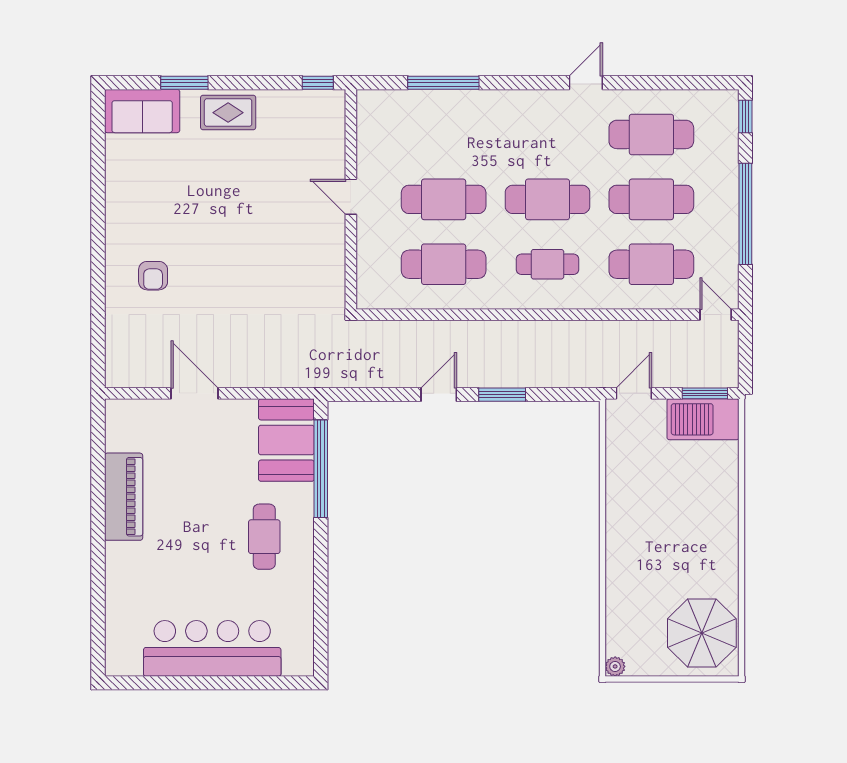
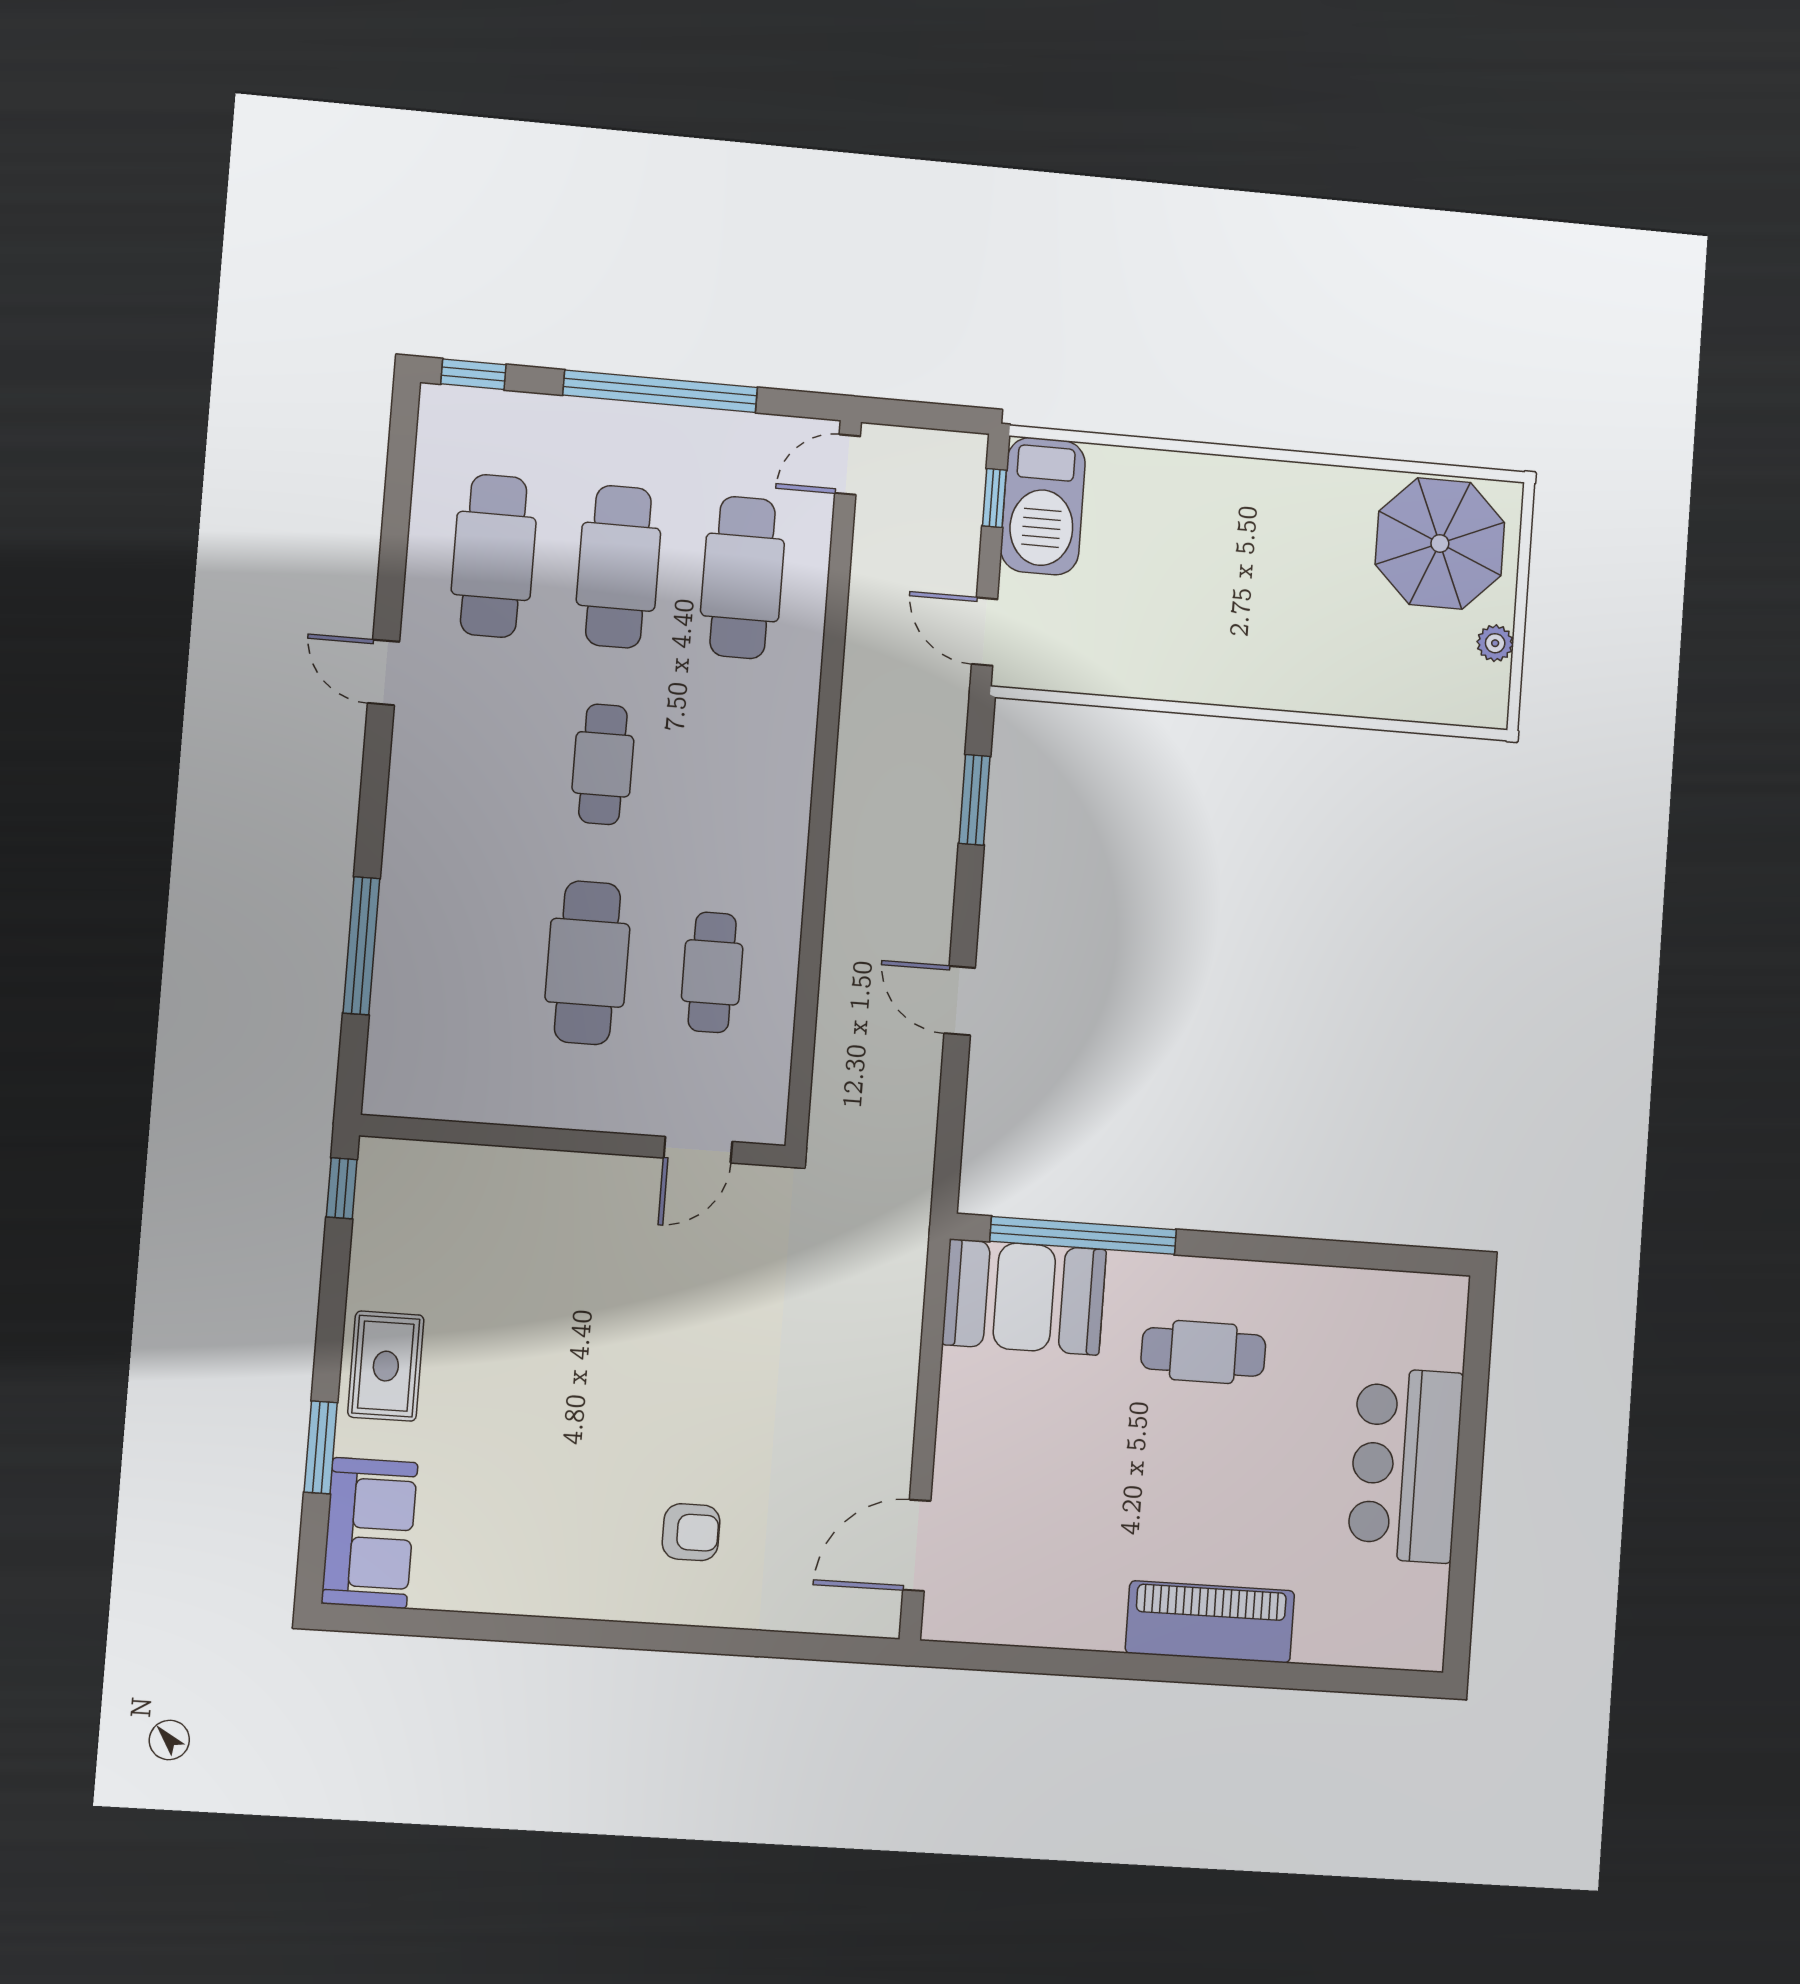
door: (351, 197) -> (698, 1150), moved
cafe table: (547, 199) -> (603, 764), width x0.73, depth x0.74
cafe table: (444, 264) -> (712, 972), width x0.73, depth x0.74
cafe table: (547, 264) -> (727, 775), removed
door: (195, 393) -> (917, 1545), moved
window: (705, 393) -> (994, 498), width x0.67
window: (502, 395) -> (975, 800), moved
piano: (124, 497) -> (1210, 1622), moved
bar counter: (212, 648) -> (1405, 1465), width x0.73
plant: (615, 666) -> (1495, 643), moved

